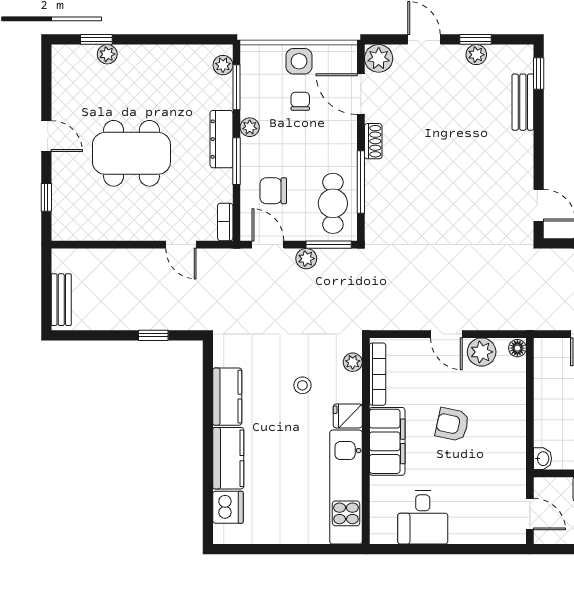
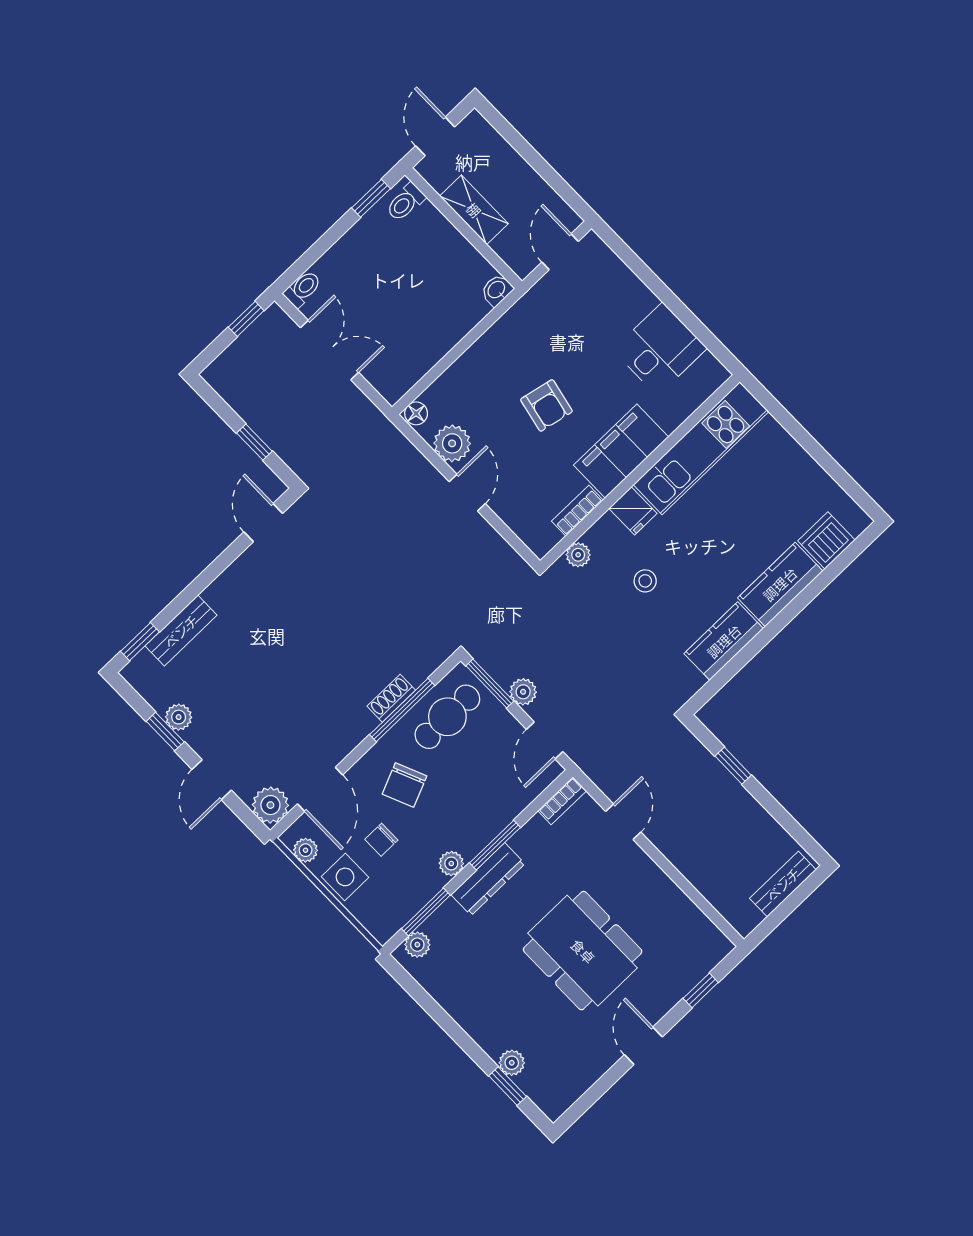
plant: (335, 54) -> (306, 850), added
shoe rack: (373, 141) -> (391, 698), moved
chair: (273, 191) -> (405, 785), moved, turned 67
bookcase: (378, 374) -> (577, 511), width x0.64

